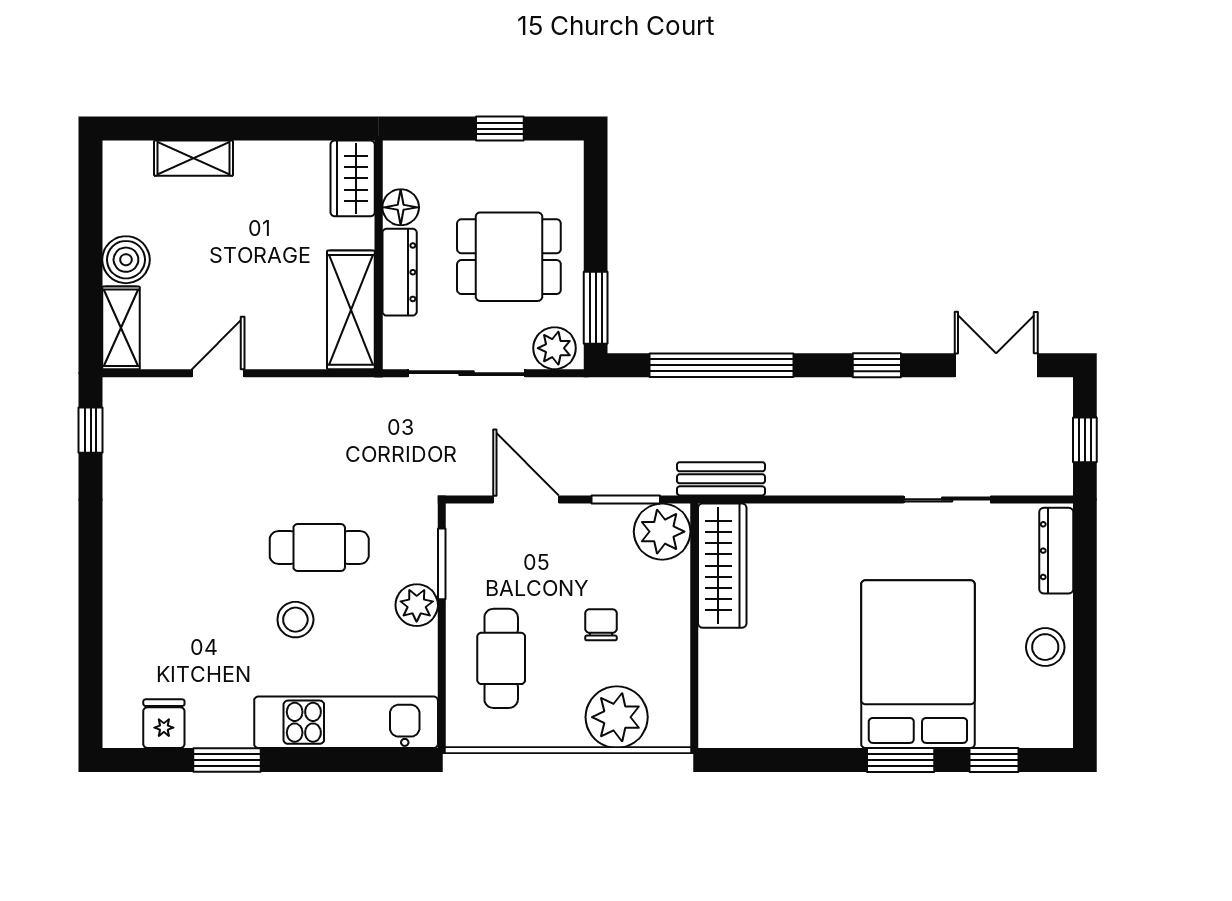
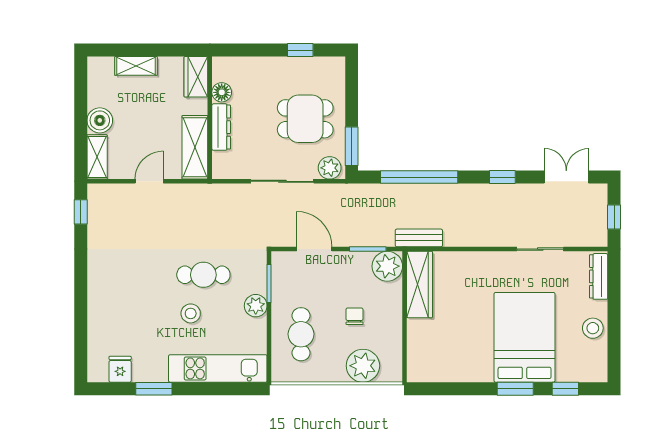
wardrobe: (353, 178) -> (196, 77), moved
floor lamp: (401, 207) -> (222, 92), moved
wall: (379, 255) -> (210, 118), moved
dresser: (400, 272) -> (221, 127), moved
shelving: (351, 310) -> (195, 147), moved

